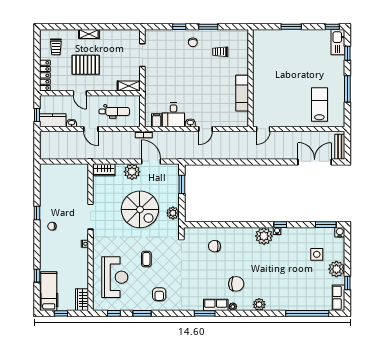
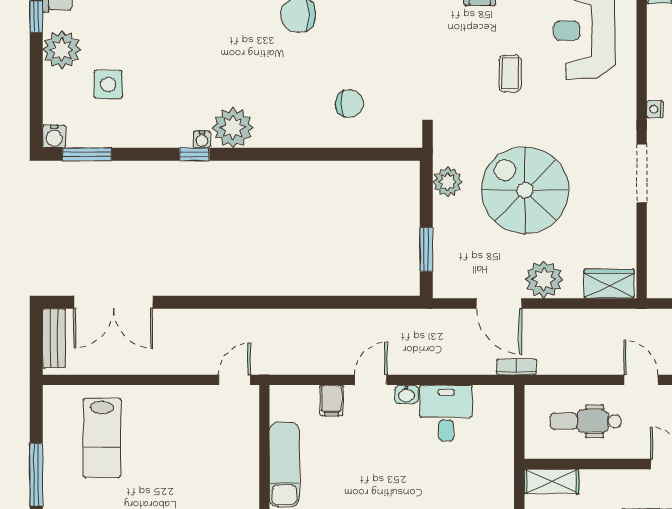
filing cabinet: (157, 120) -> (332, 400), moved

